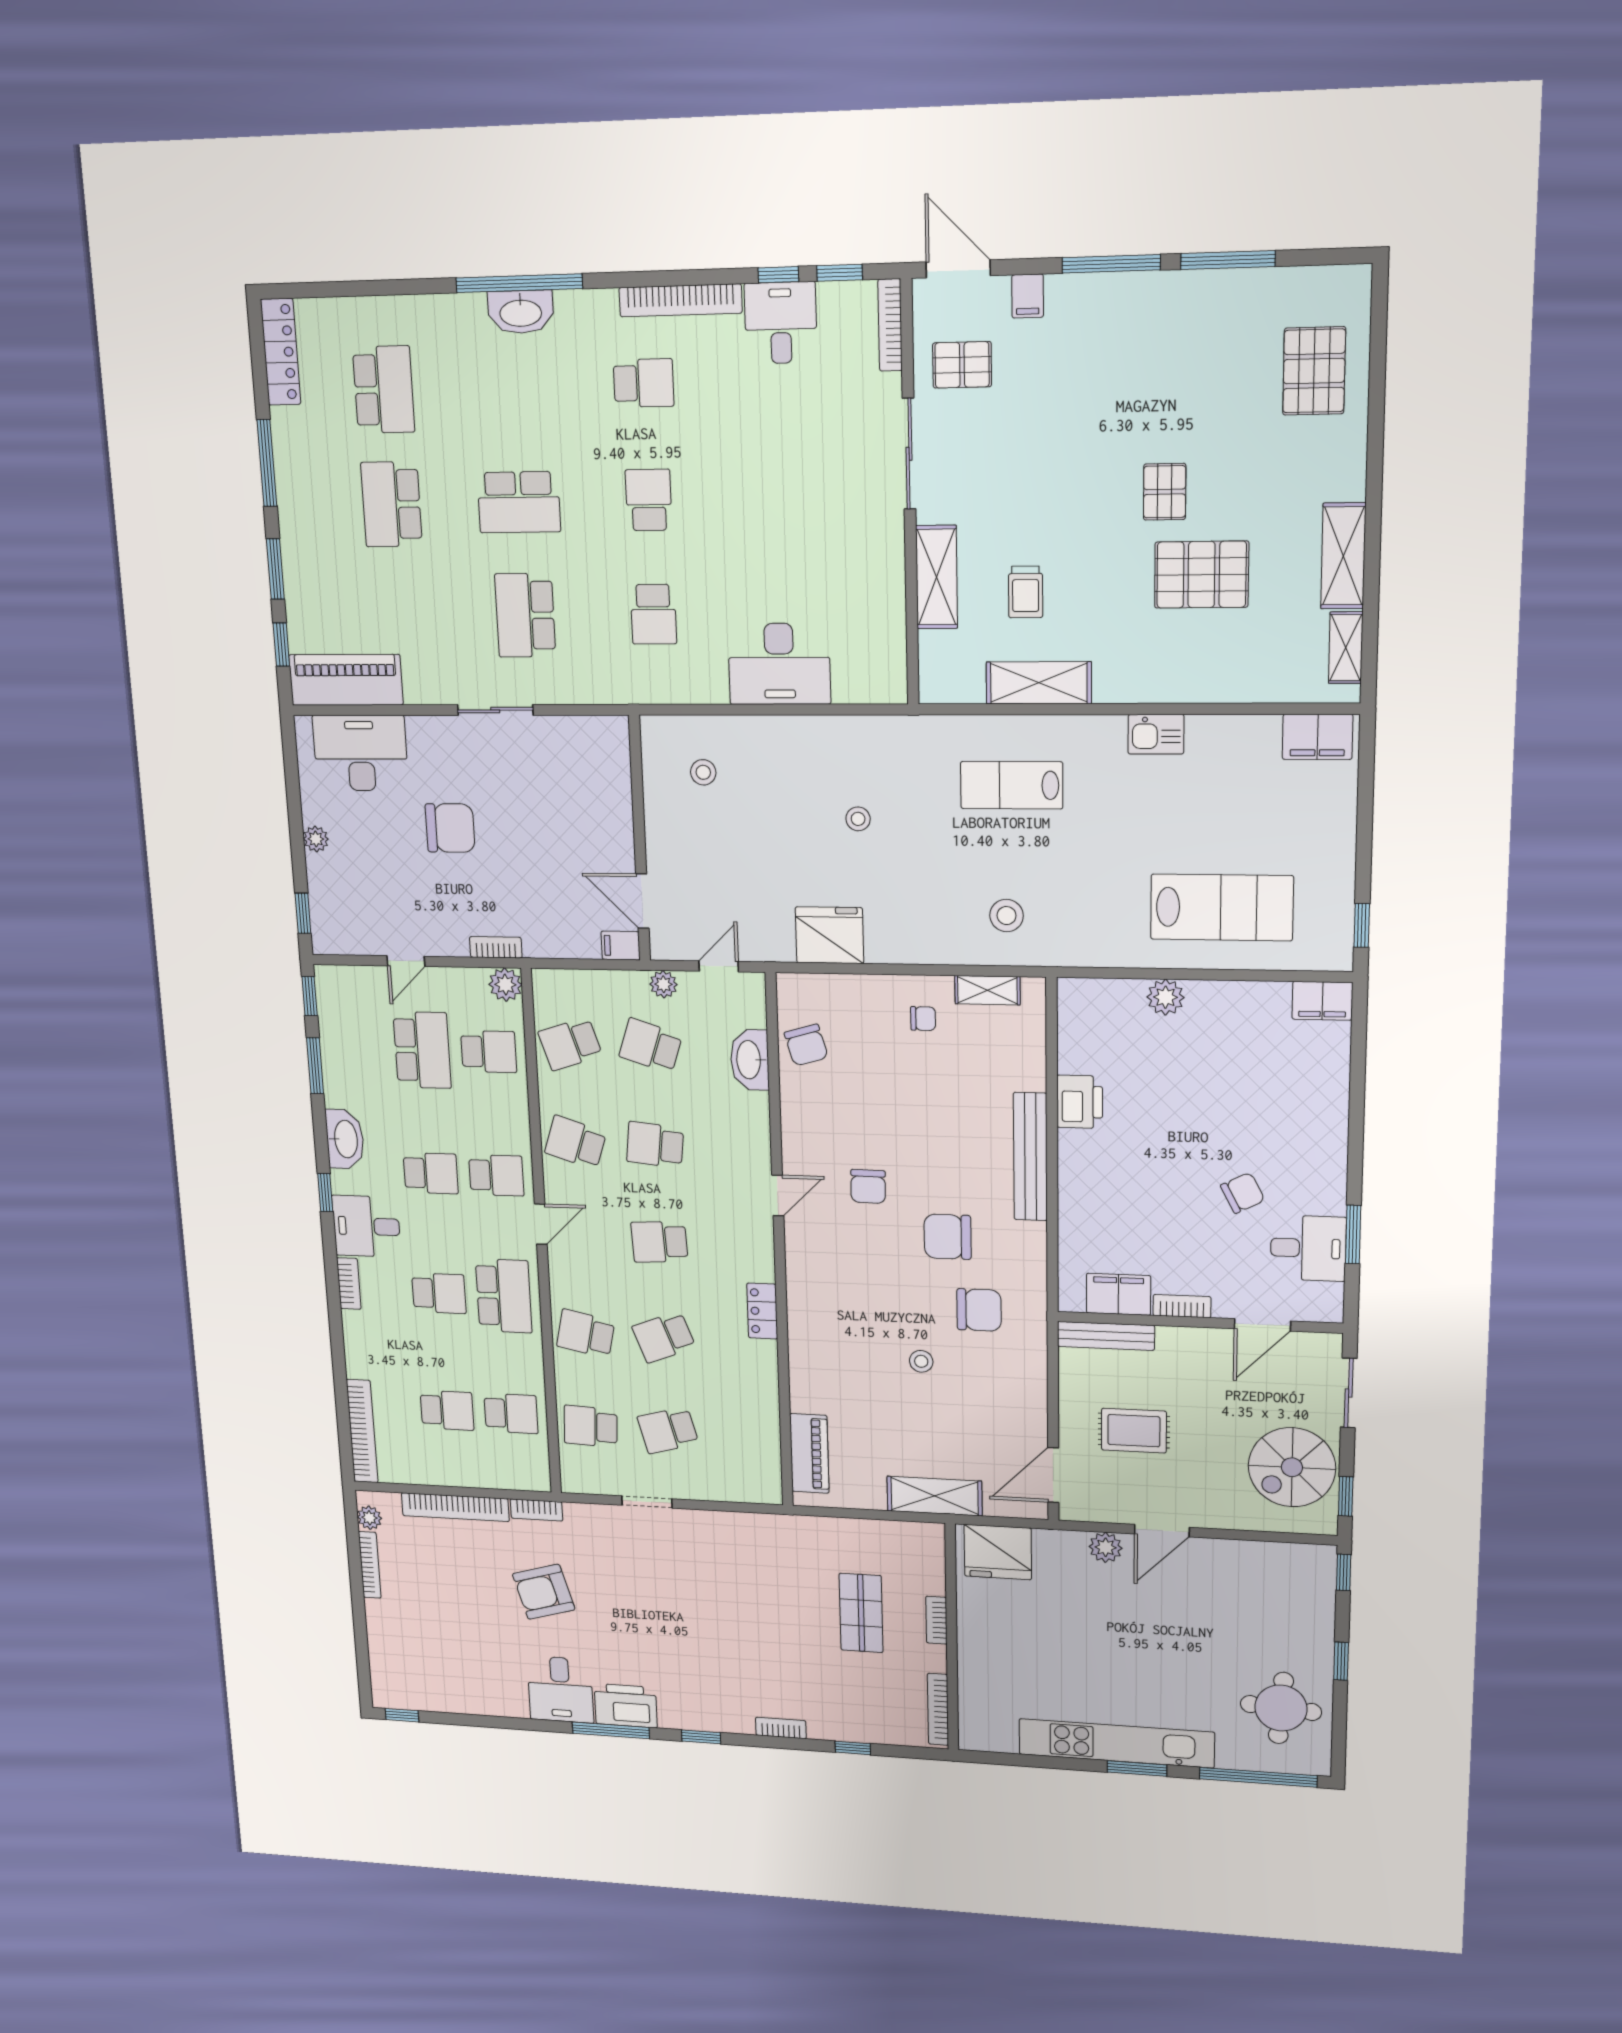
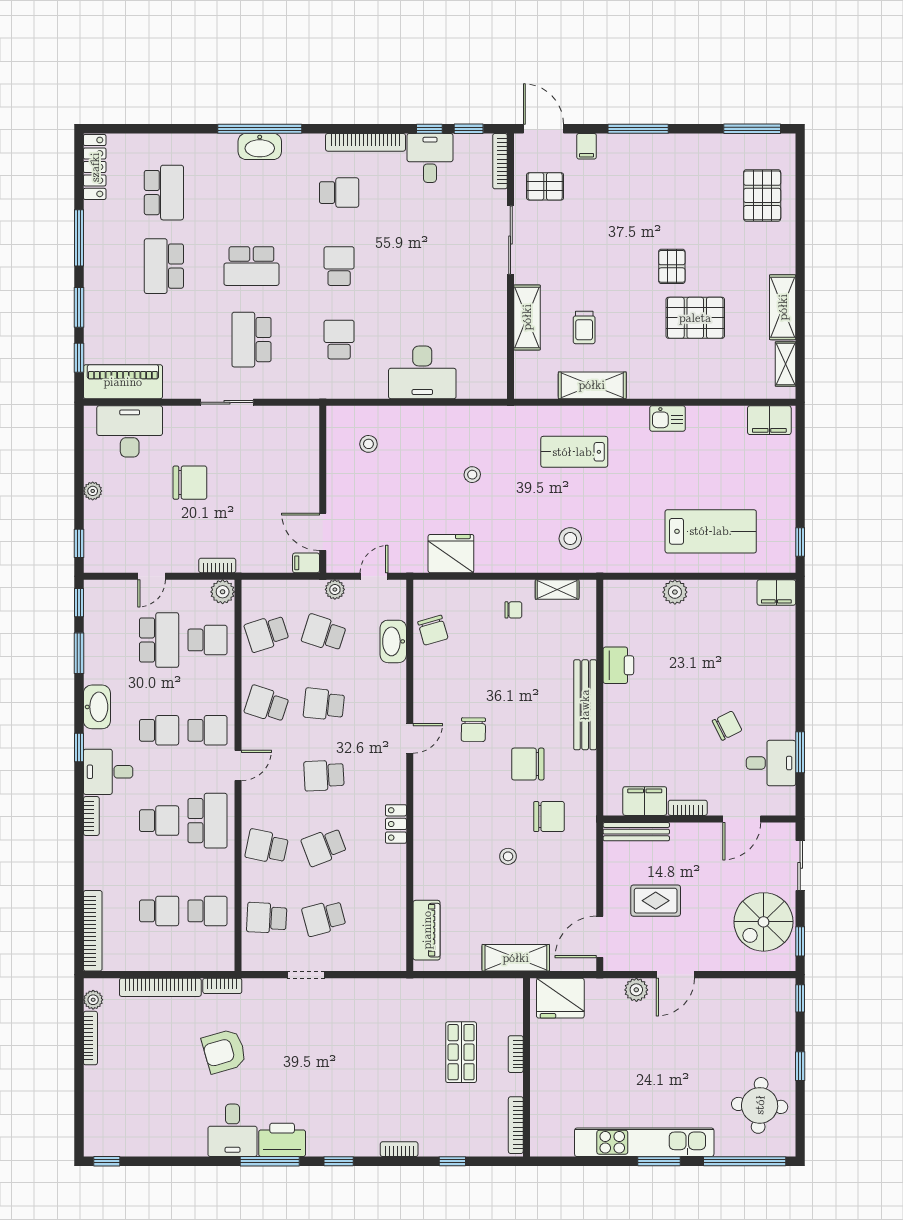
window: (1228, 260) -> (752, 129), moved
school desk: (654, 614) -> (339, 340), turned 180

